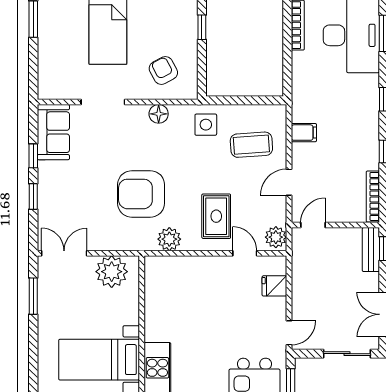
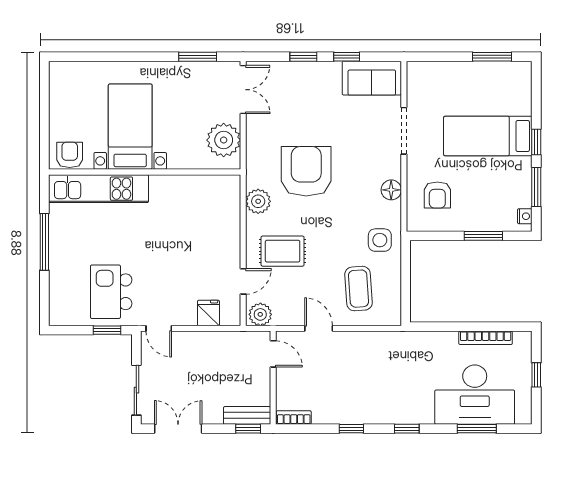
window: (202, 27) -> (483, 236), width x1.50
armchair: (163, 70) -> (437, 195), turned 118
filing cabinet: (304, 133) -> (371, 344), removed
bookcase: (373, 196) -> (294, 417), width x0.64

